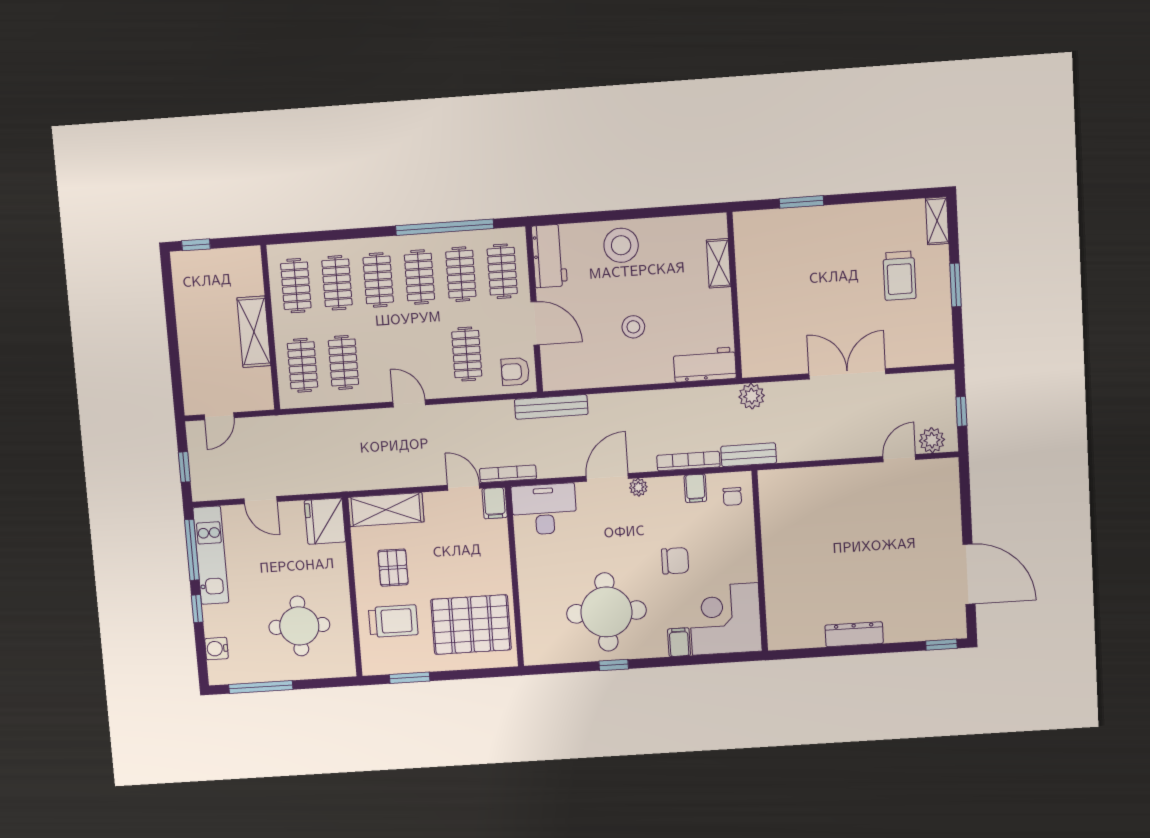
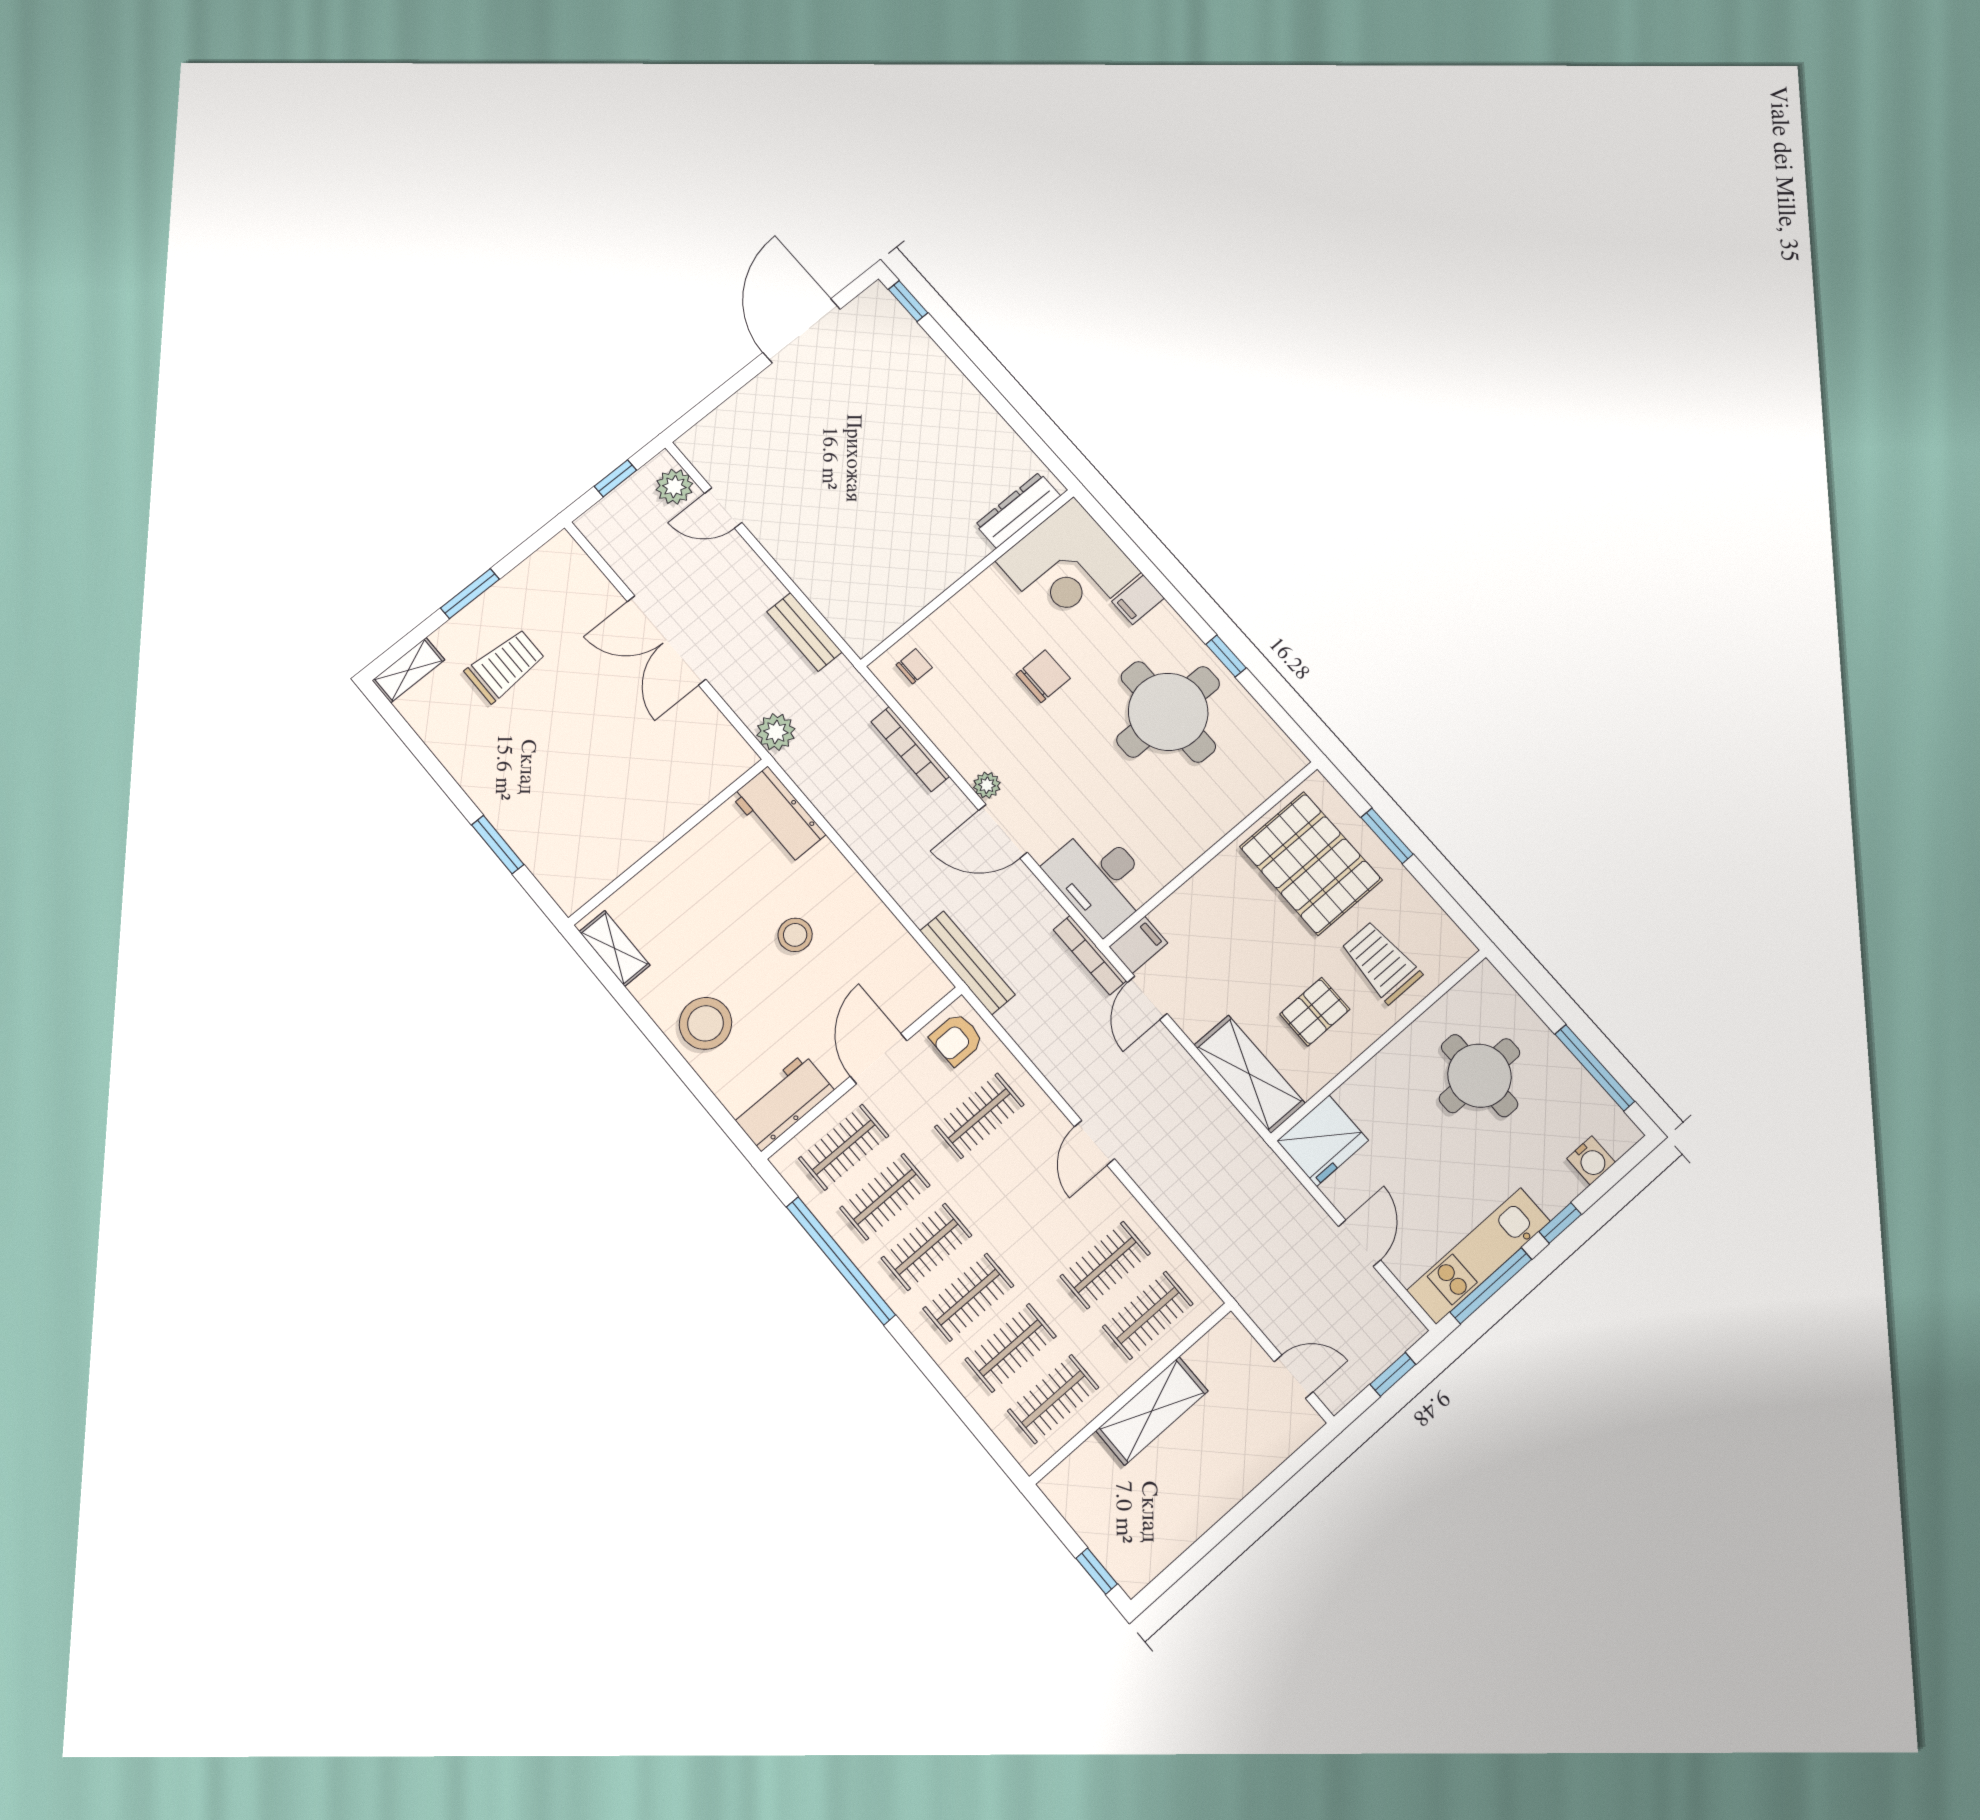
shelving: (719, 263) -> (615, 948), moved, turned 90
armchair: (515, 372) -> (957, 1039), turned 90
bench: (749, 455) -> (804, 632), moved
filing cabinet: (695, 488) -> (937, 717), removed
chair: (675, 561) -> (1043, 676), turned 90
dresser: (854, 634) -> (1018, 510), moved, turned 90
window: (410, 678) -> (1387, 836), moved

